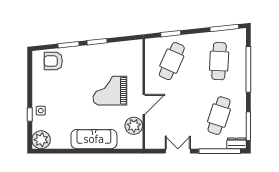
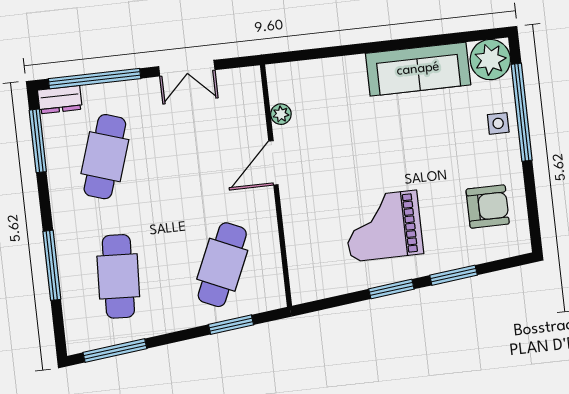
armchair: (53, 61) -> (488, 206), moved
window: (248, 69) -> (52, 265), width x0.68
grand piano: (110, 91) -> (383, 226), moved, turned 180
window: (30, 114) -> (522, 112), width x3.17
plant: (134, 126) -> (281, 114), width x0.53, depth x0.53
sofa: (94, 139) -> (418, 69), moved

